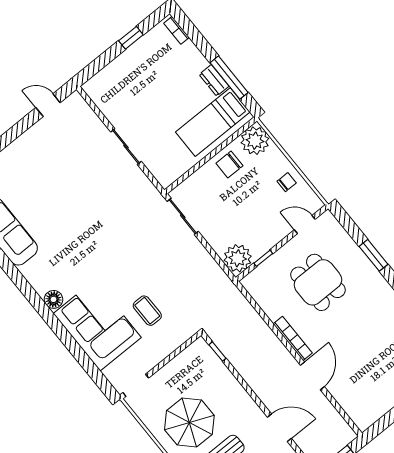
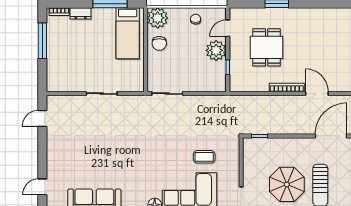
window: (131, 38) -> (42, 41), width x2.17
dresser: (214, 80) -> (81, 13), moved
plant: (238, 258) -> (216, 50), moved
dining table: (318, 282) -> (267, 47), turned 90
door: (279, 428) -> (331, 136), width x1.36

